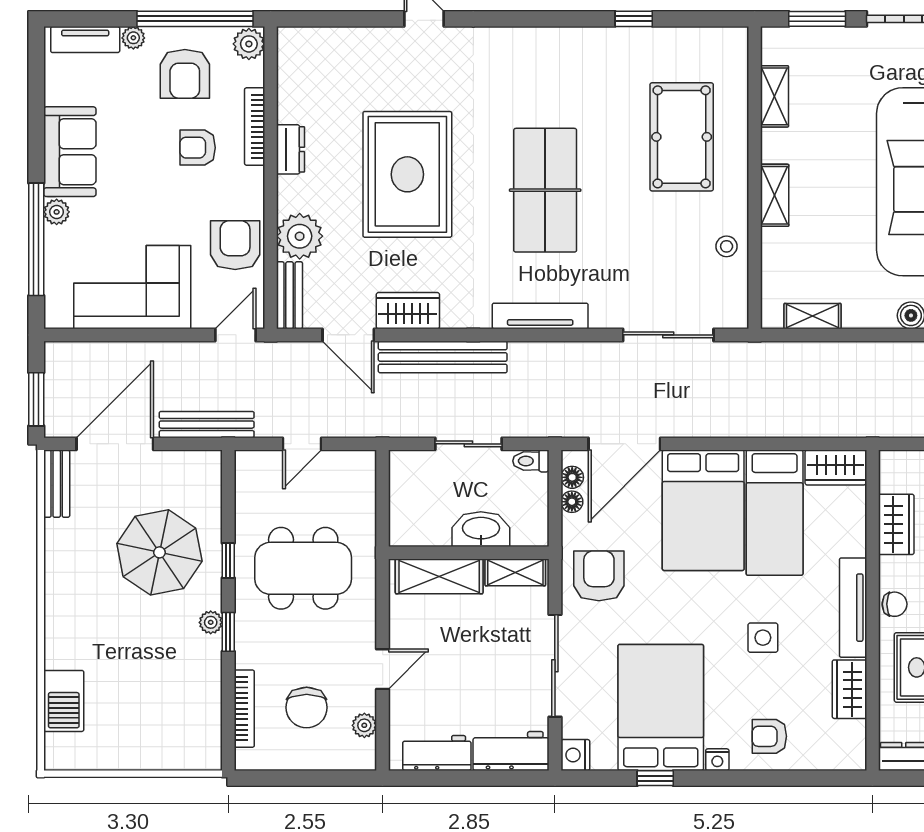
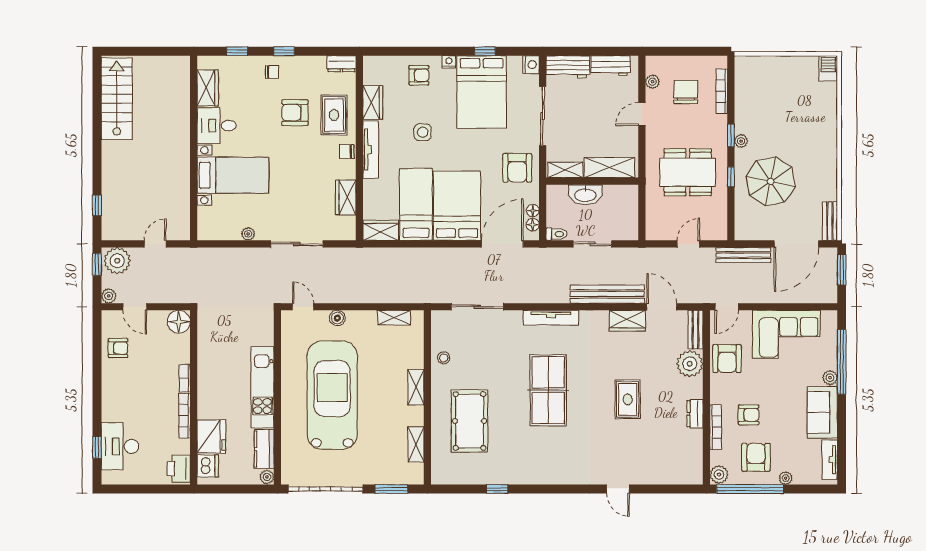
tv unit: (85, 40) -> (830, 460), moved, turned -90
rug: (407, 174) -> (628, 399), width x0.54, depth x0.49
barbecue: (64, 701) -> (828, 68), moved, width x0.73, depth x0.79

